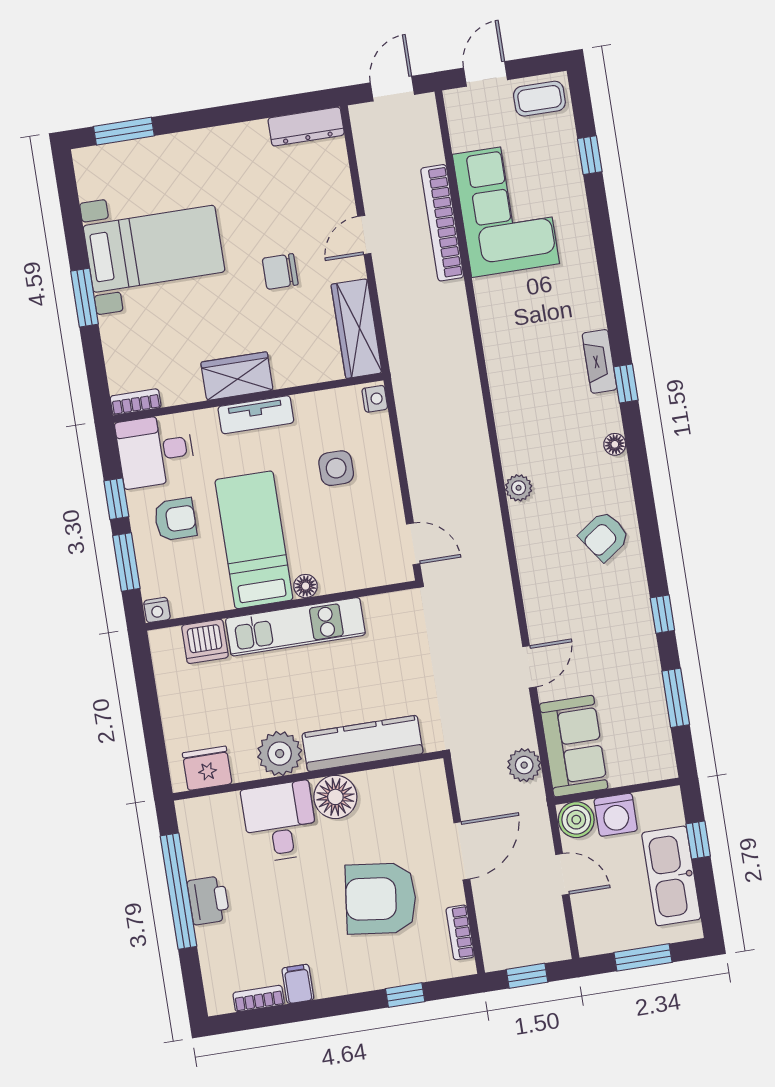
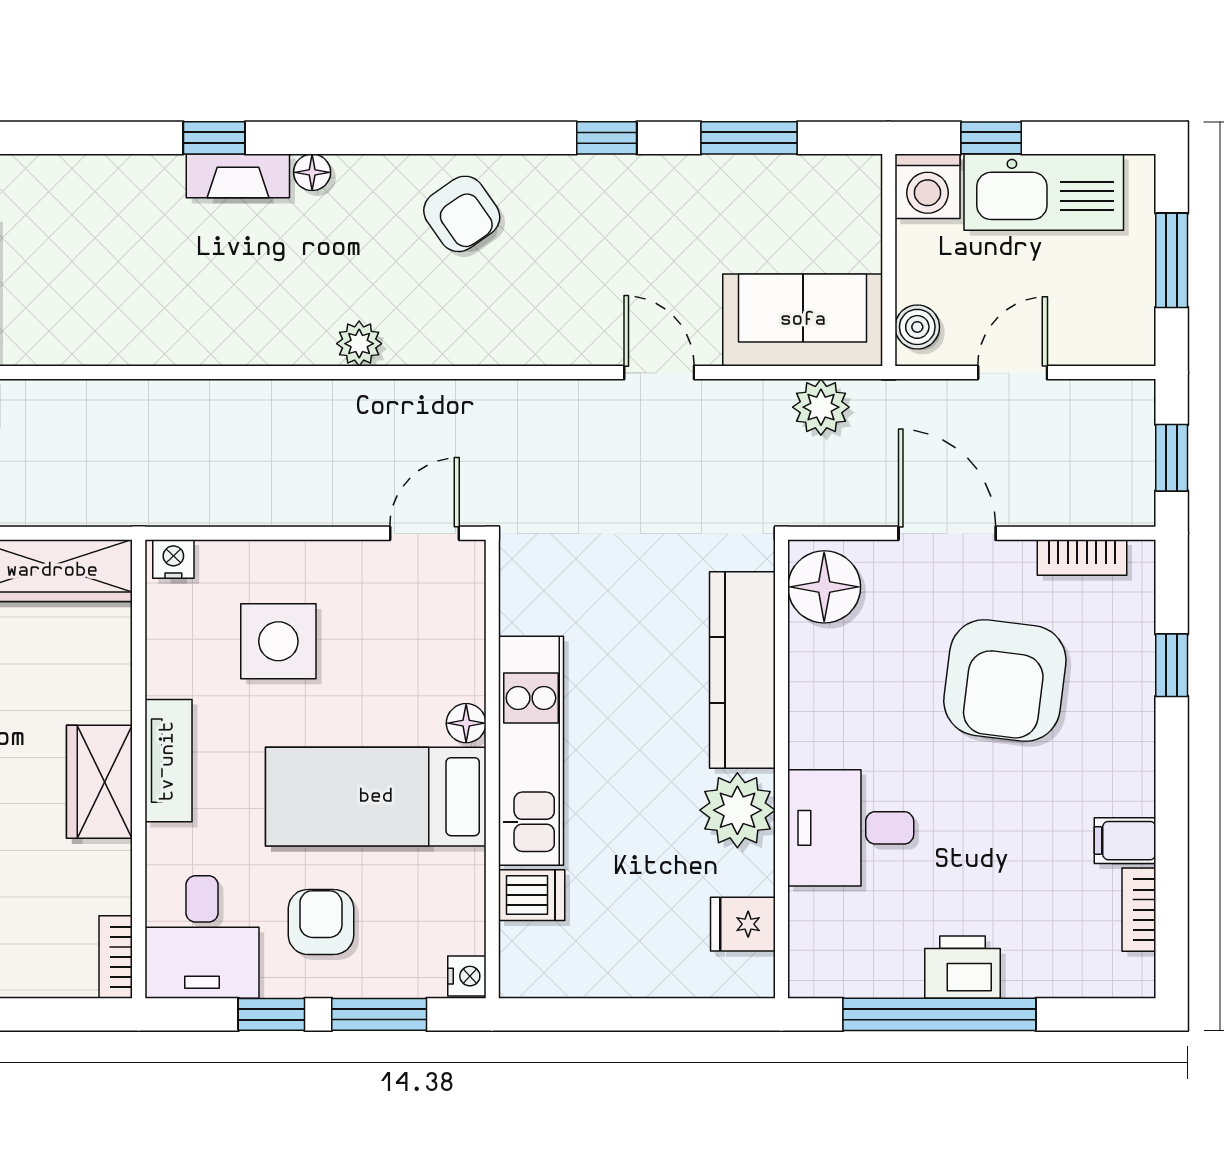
fireplace: (599, 361) -> (238, 176), moved
side table: (336, 468) -> (278, 641), width x1.37, depth x1.37
dishwasher: (205, 641) -> (532, 895), width x0.73
fridge: (207, 768) -> (743, 924), width x0.72
floor lamp: (335, 797) -> (824, 587), moved
washing machine: (616, 815) -> (928, 186), moved, turned 90
boiler: (576, 820) -> (917, 327), width x0.73, depth x0.73

